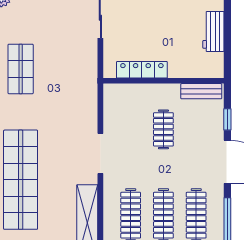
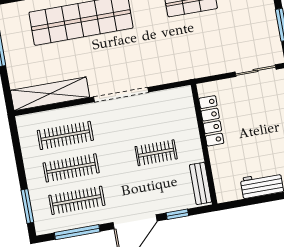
doorway: (100, 153) -> (121, 95), width x1.36

